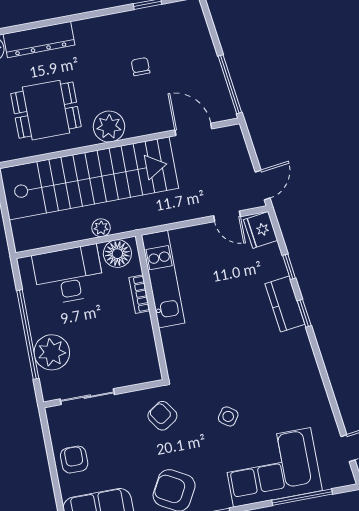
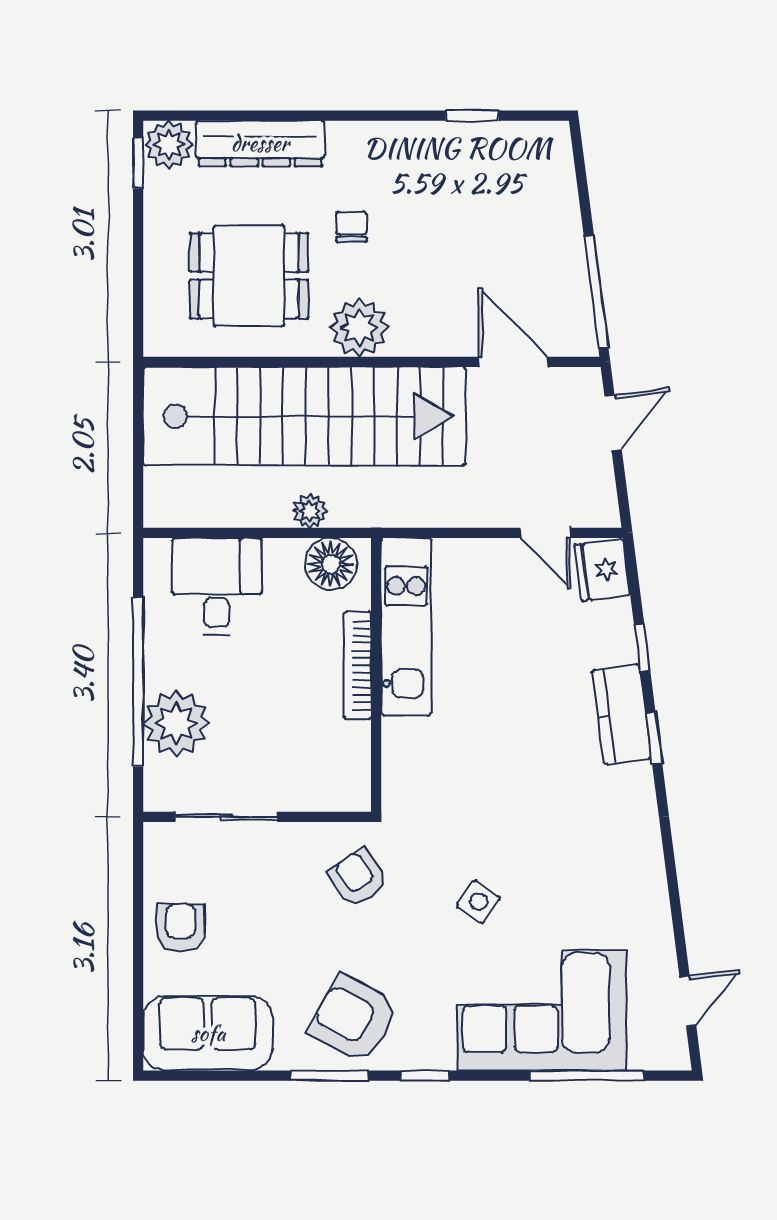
chair: (141, 67) -> (351, 227), moved
door: (263, 185) -> (613, 423), moved
desk: (68, 275) -> (217, 586), width x0.73
bookcase: (139, 294) -> (357, 666), width x1.56

